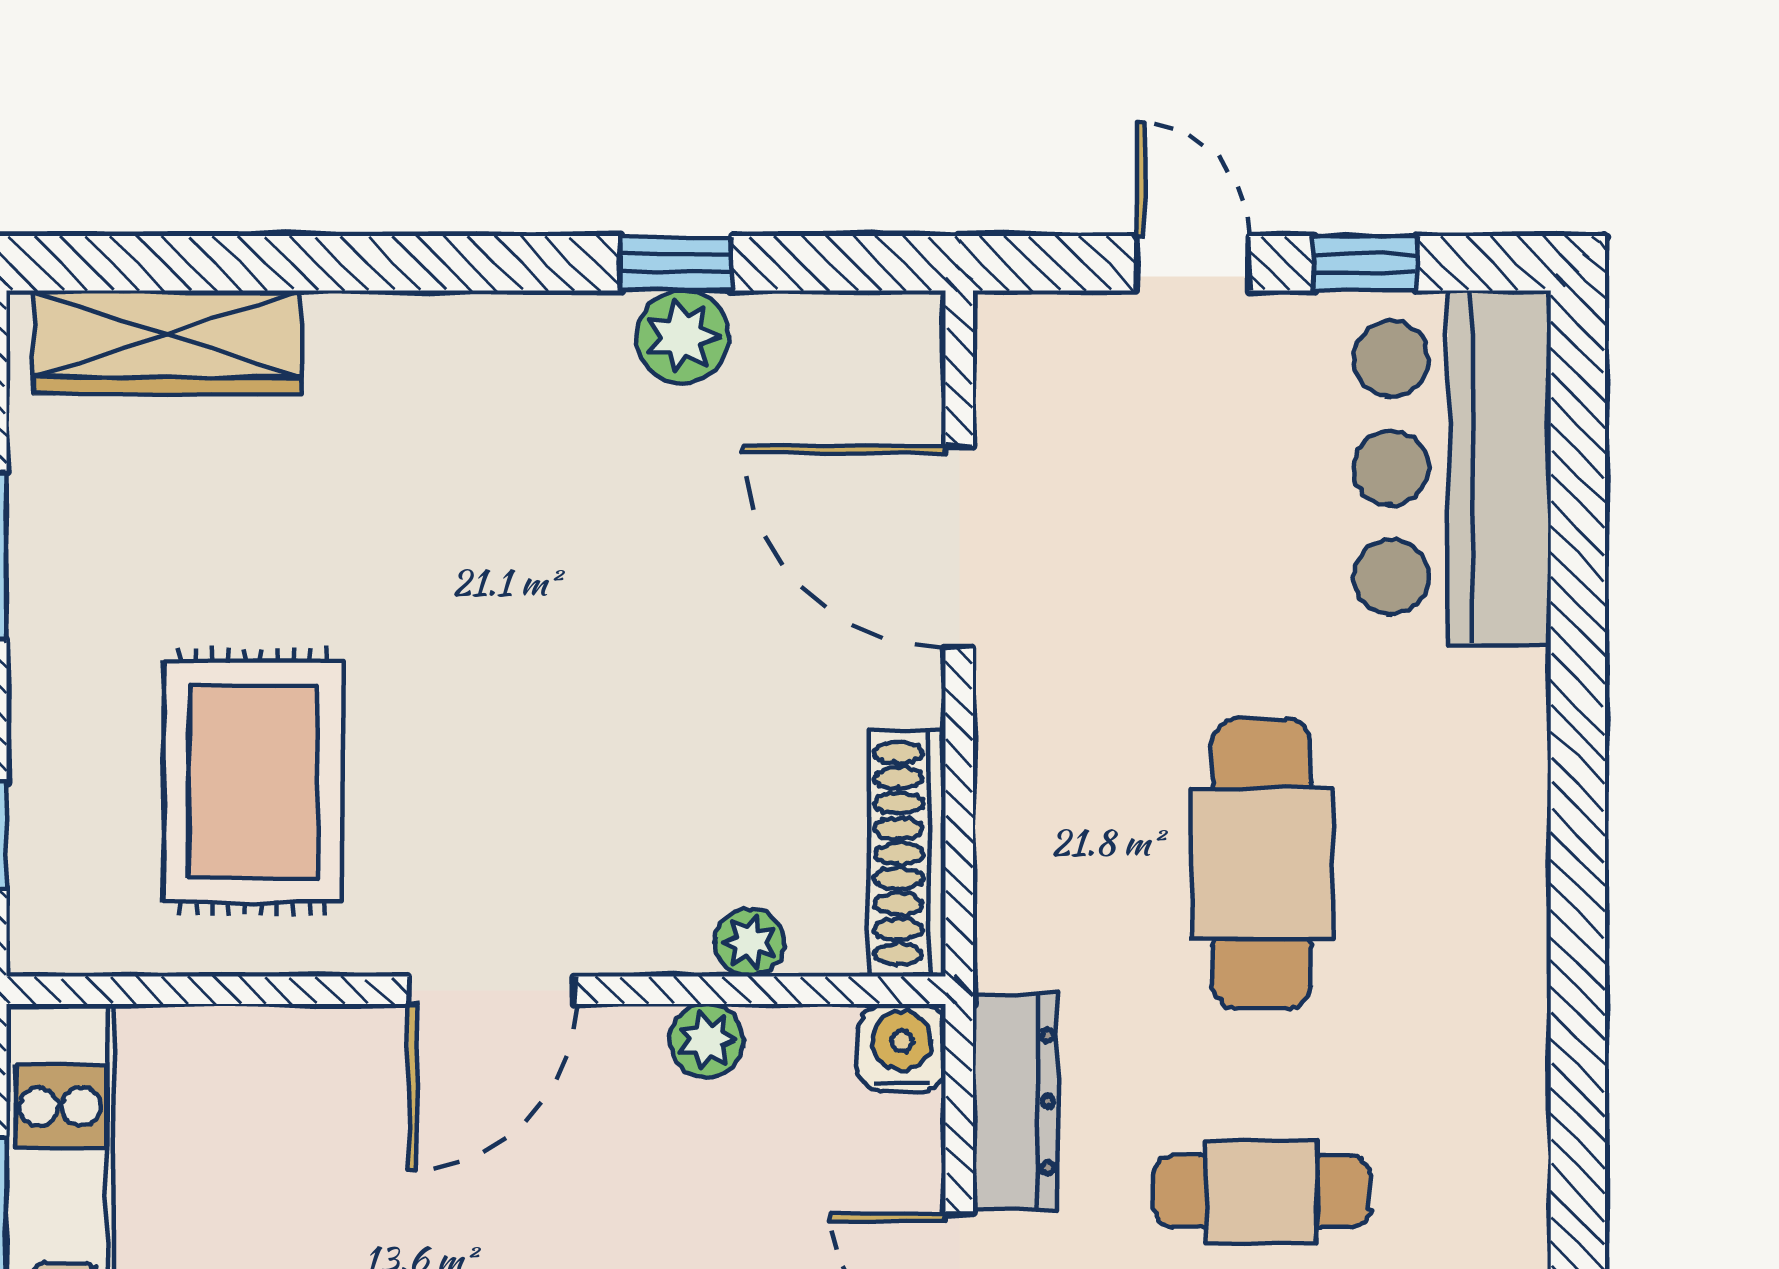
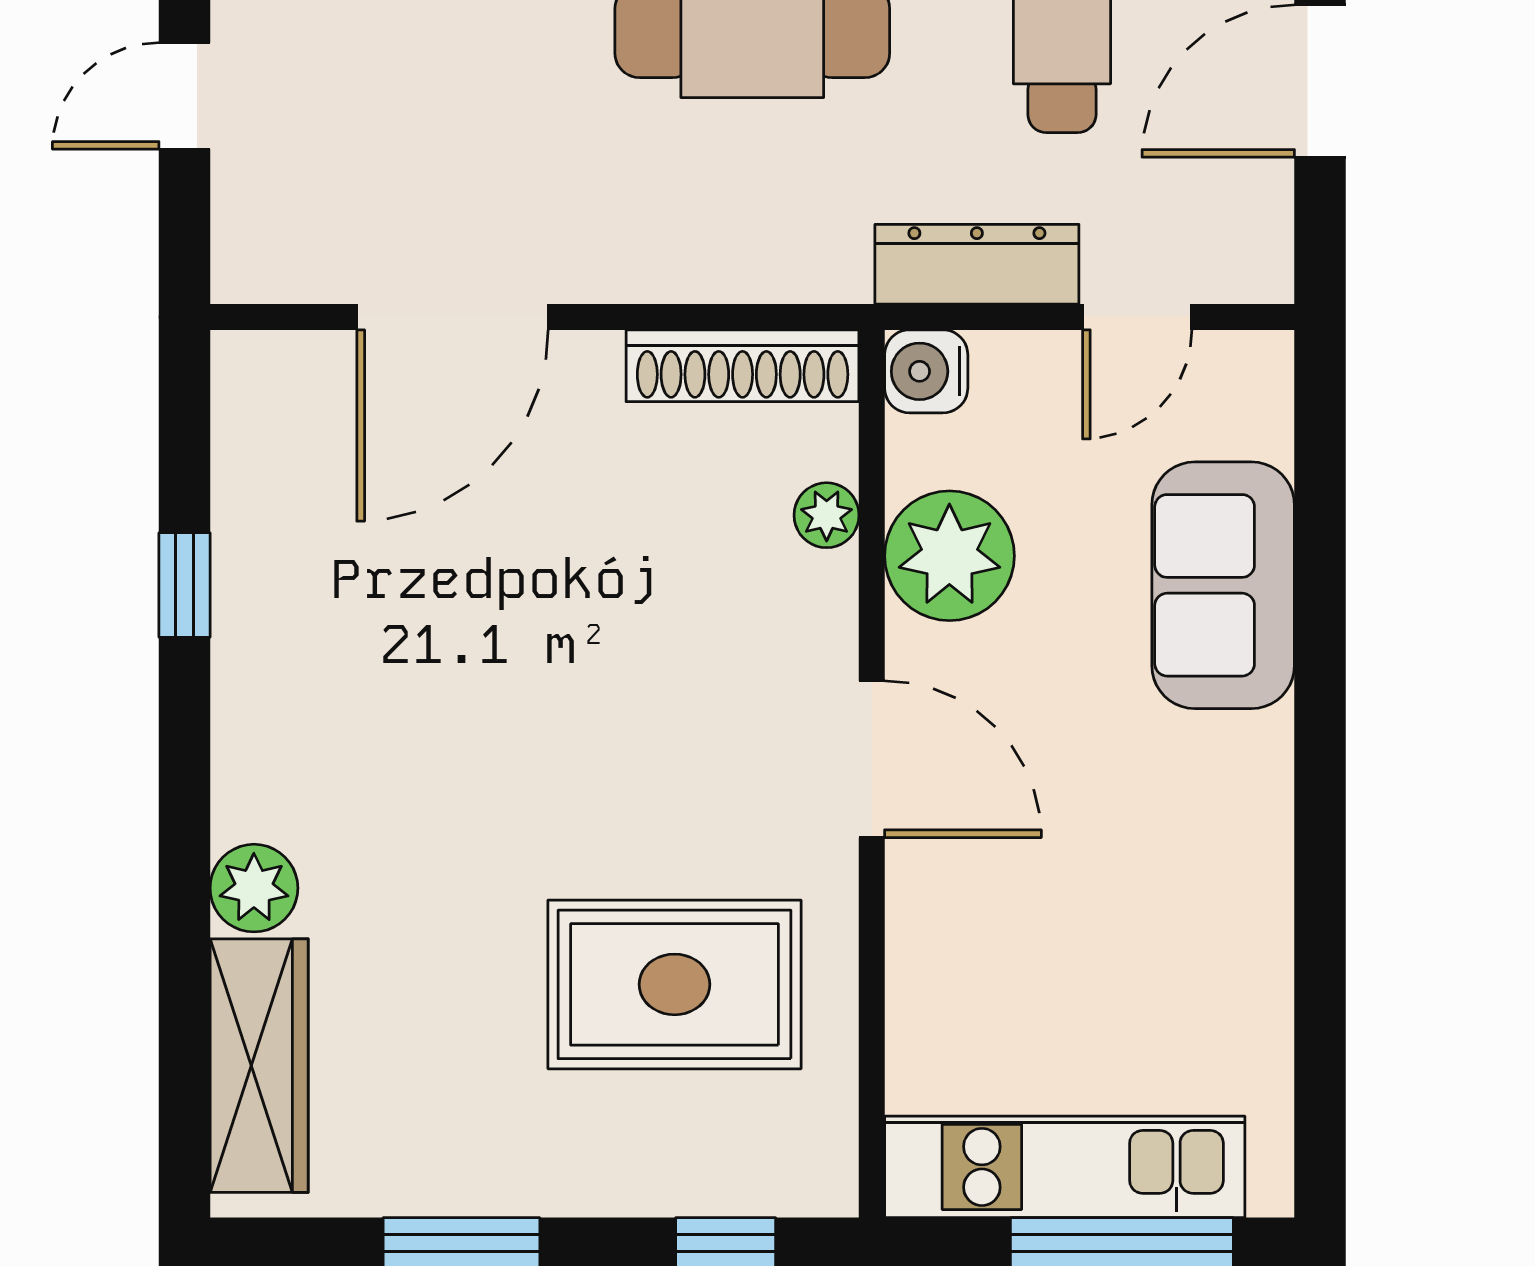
plant: (683, 337) -> (254, 888), moved
plant: (707, 1040) -> (949, 556), width x1.87, depth x1.87

